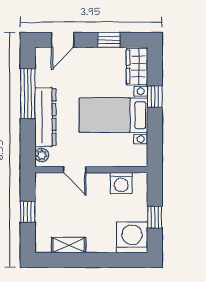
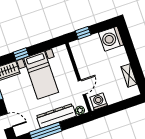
washing machine: (121, 183) -> (99, 101), moved, turned -90
window: (28, 212) -> (117, 107), removed
window: (155, 217) -> (83, 33), moved

